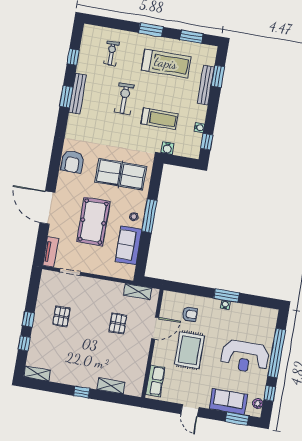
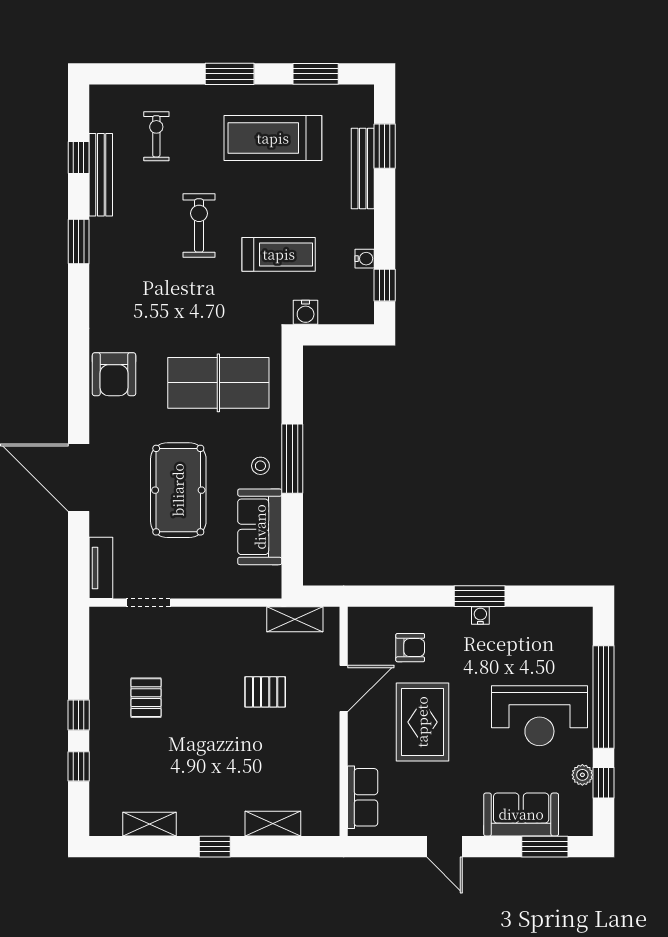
treadmill: (166, 63) -> (273, 138), turned 180
bench: (78, 94) -> (101, 175), moved
pallet: (118, 323) -> (265, 692), turned 90
shelving: (37, 374) -> (150, 824), moved
plant: (258, 403) -> (582, 775), moved

